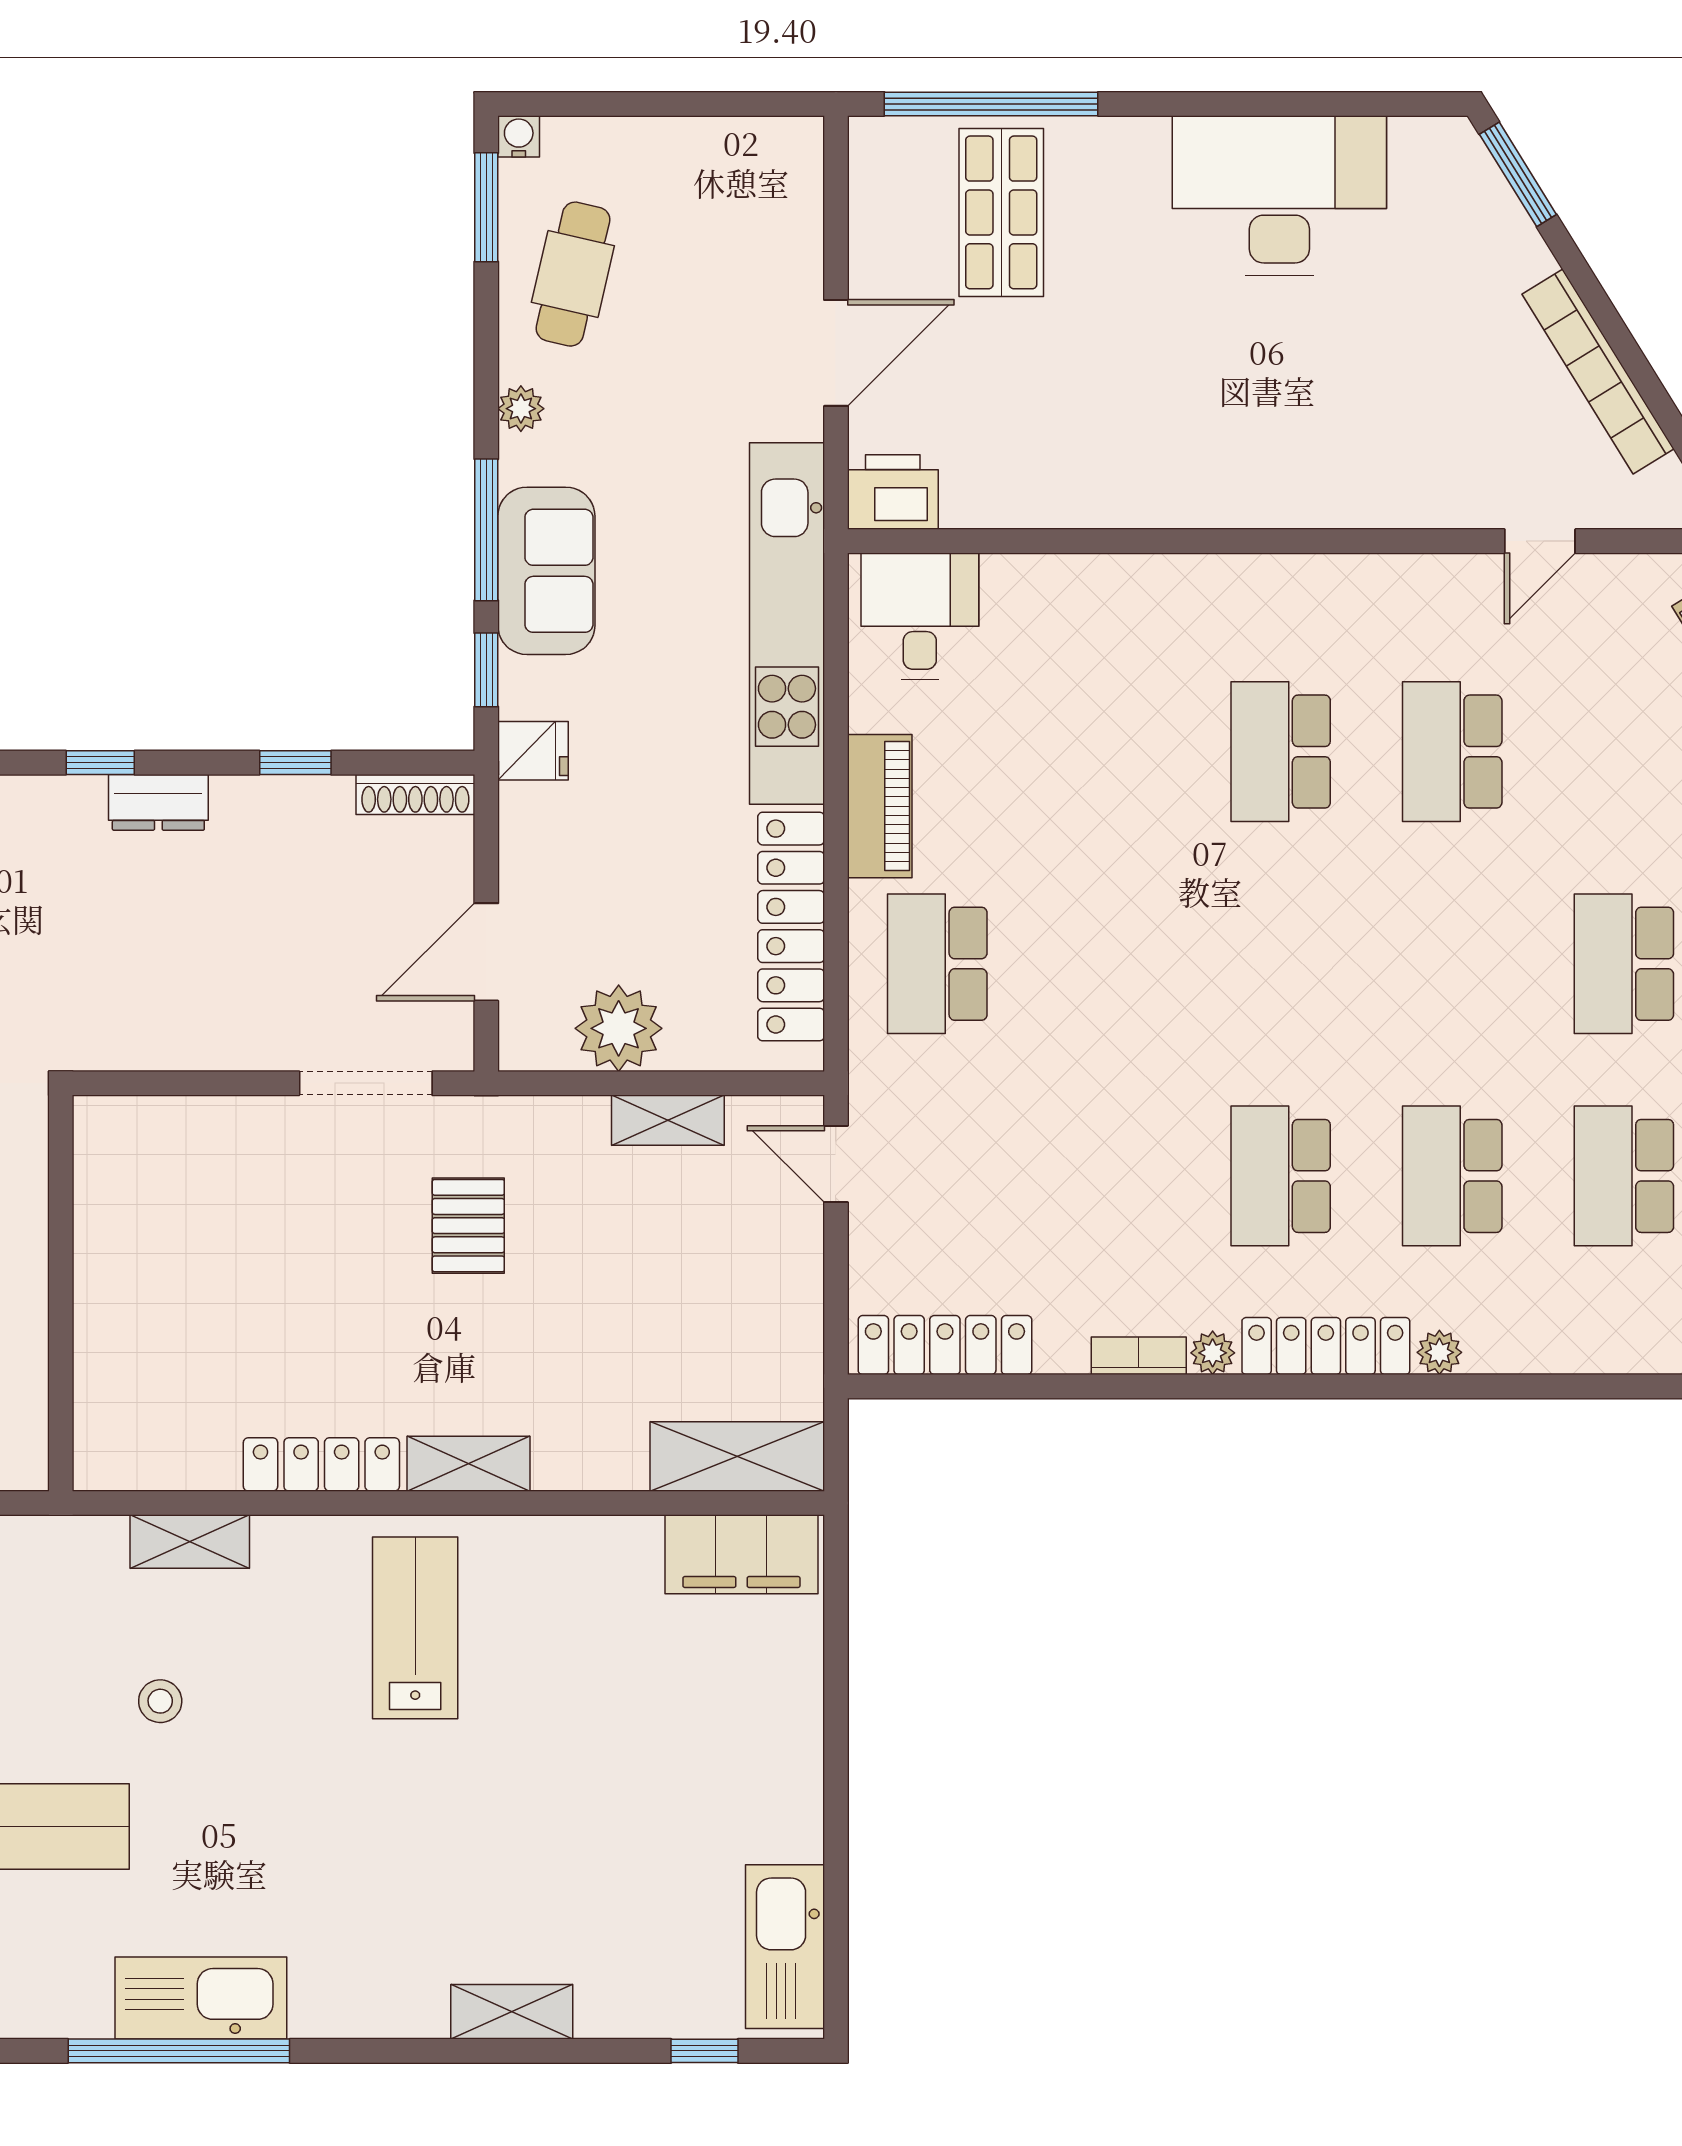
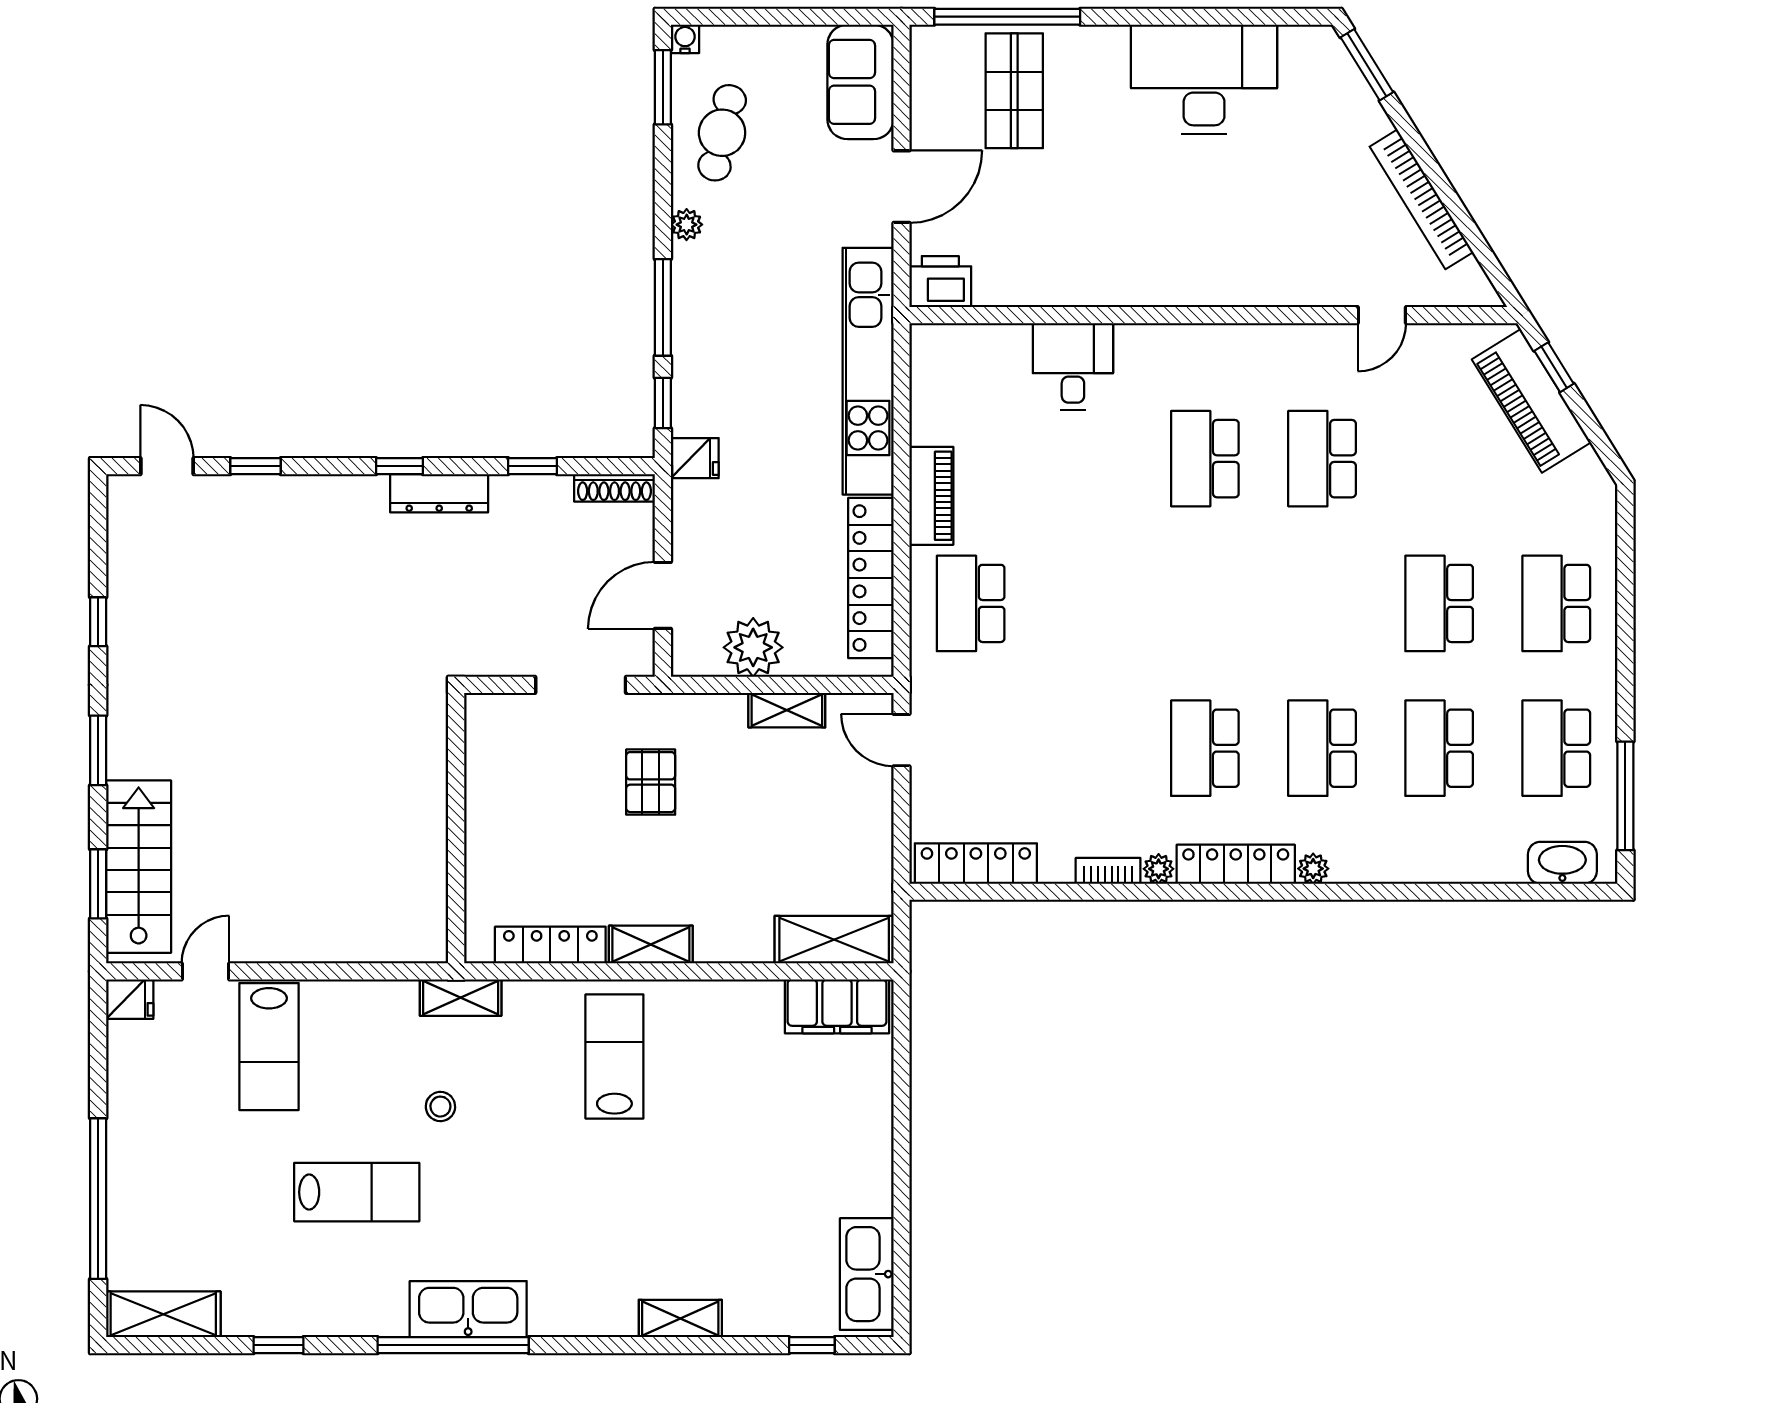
sofa: (546, 571) -> (860, 82), moved, turned 180
desk: (920, 616) -> (1073, 366), moved
dresser: (158, 802) -> (439, 493), width x1.44
wall: (61, 1293) -> (456, 828), moved

